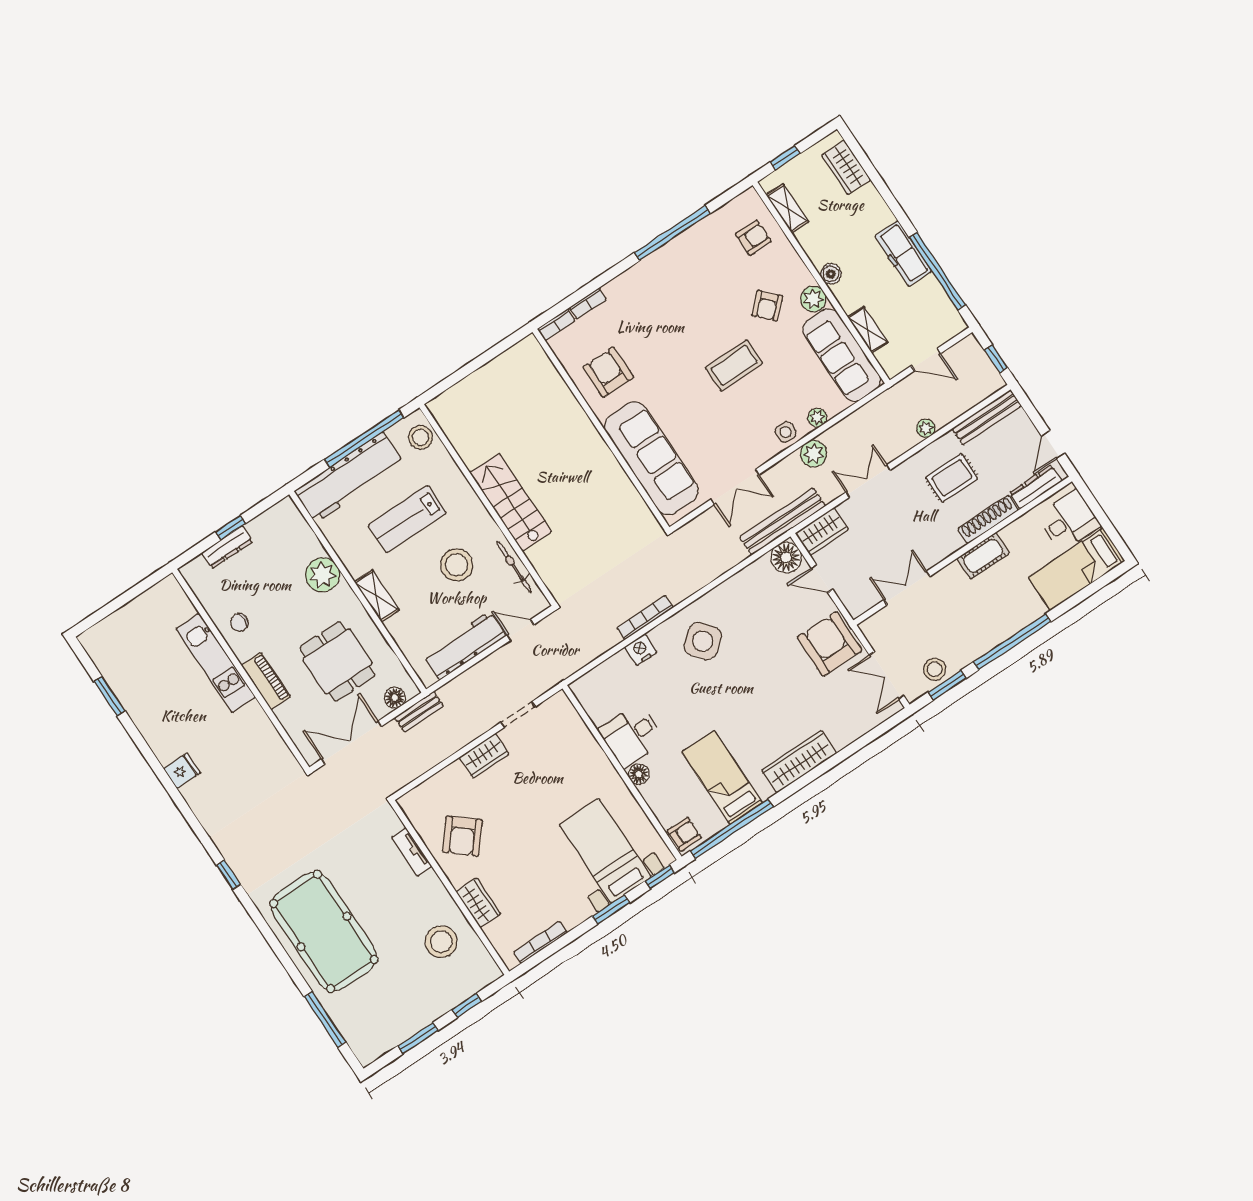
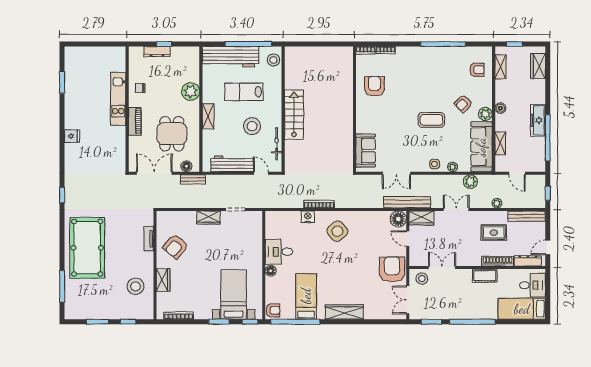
plant: (814, 454) -> (470, 182), moved
sofa: (651, 458) -> (366, 151), width x0.54, depth x0.79
stool: (935, 669) -> (422, 279), moved

